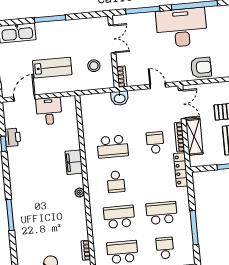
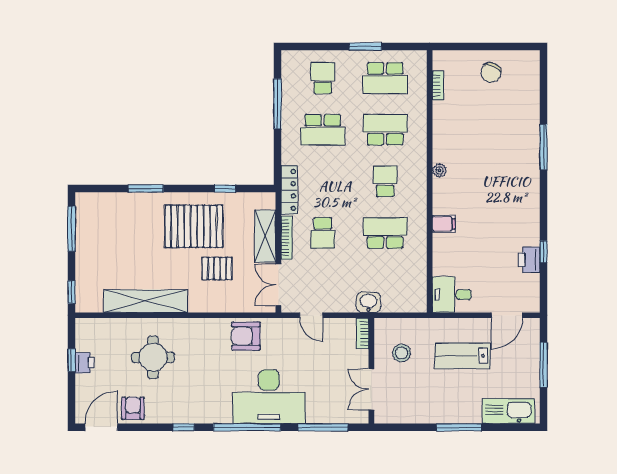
desk: (49, 111) -> (452, 295), moved, turned 90
filing cabinet: (74, 162) -> (444, 224), width x0.50
school desk: (119, 217) -> (385, 130), turned 180
school desk: (165, 248) -> (323, 78), turned 180

